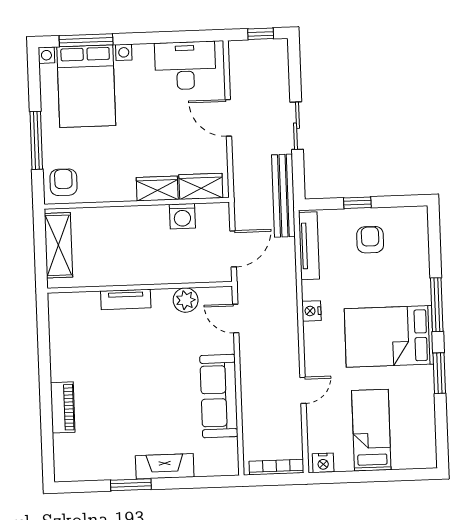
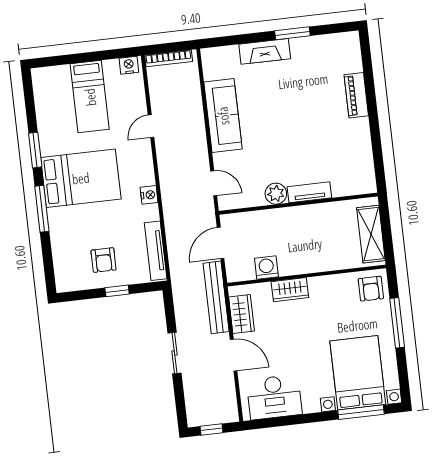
wardrobe: (201, 186) -> (242, 314), moved, turned -90
bench: (283, 196) -> (216, 297), moved
plant: (186, 300) -> (276, 194), moved

